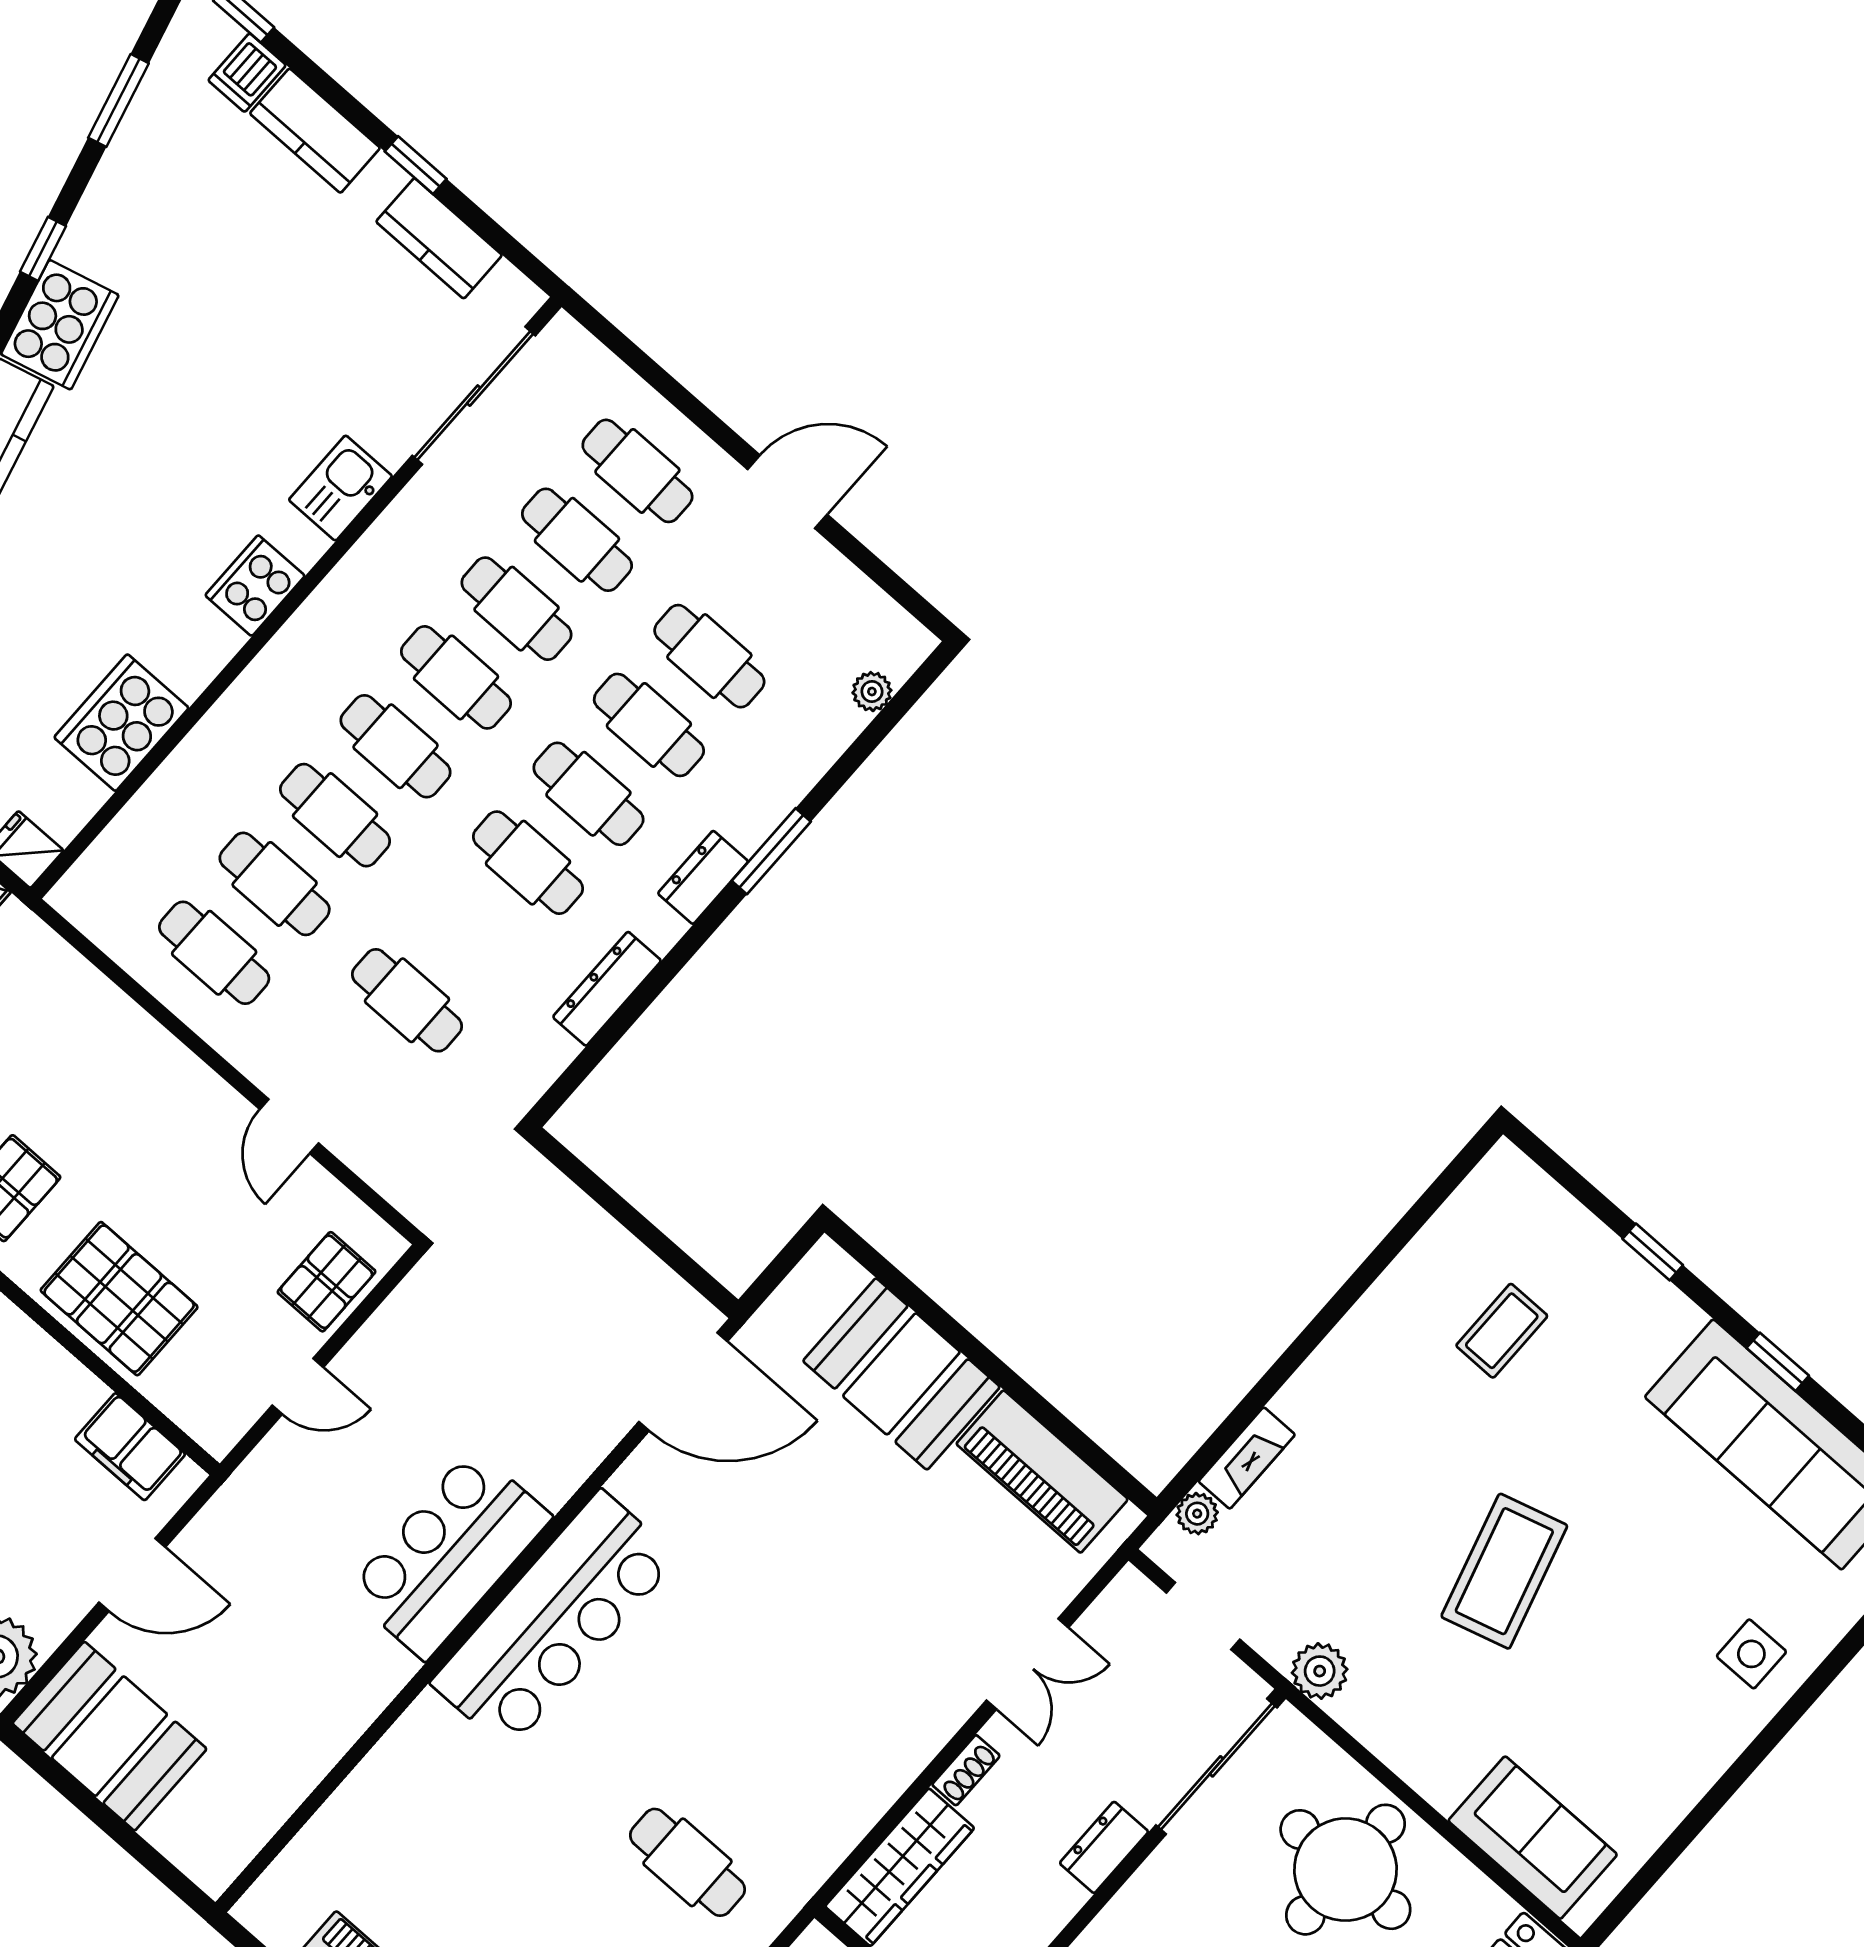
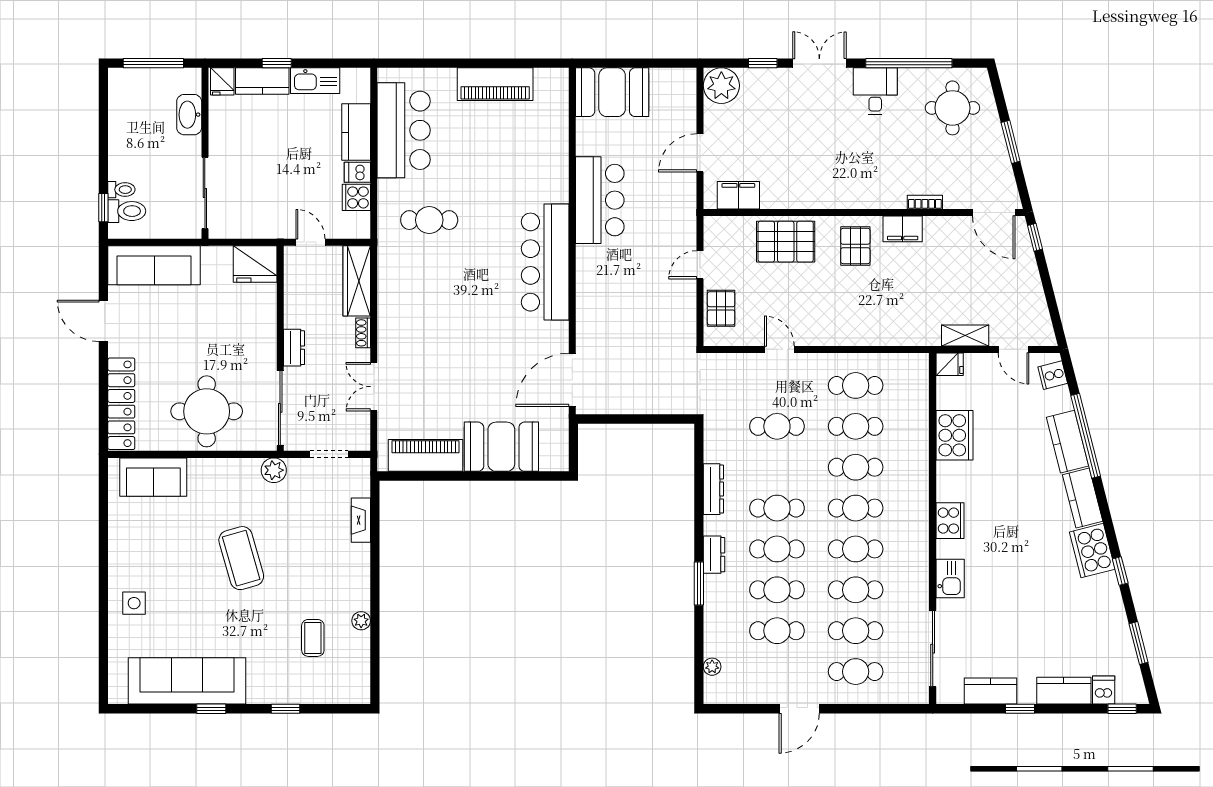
plant: (1197, 1514) -> (361, 621), moved
bar counter: (449, 1554) -> (600, 200), moved
booth: (109, 1736) -> (612, 92), moved

